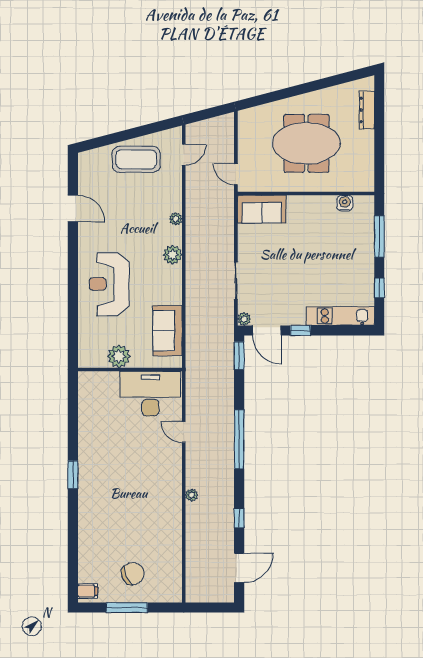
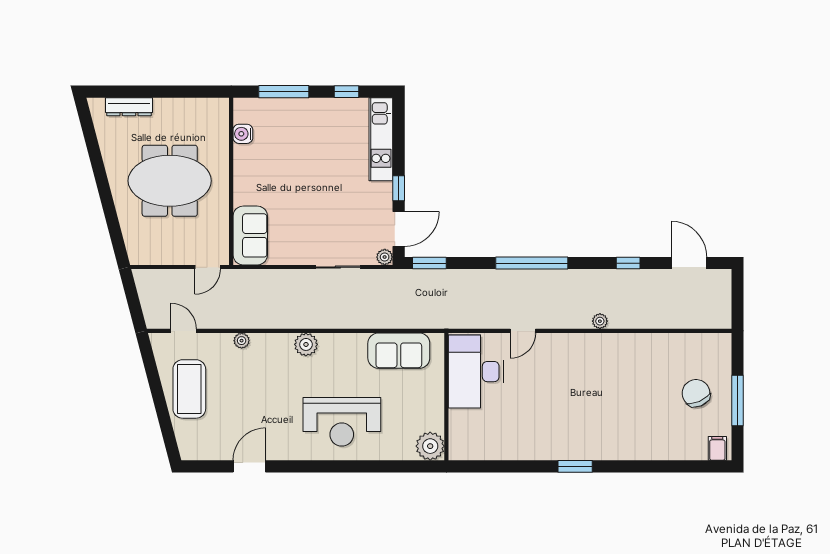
meeting table: (306, 143) -> (170, 181), turned 90
plant: (176, 219) -> (242, 341), moved
plant: (119, 356) -> (430, 446), moved

